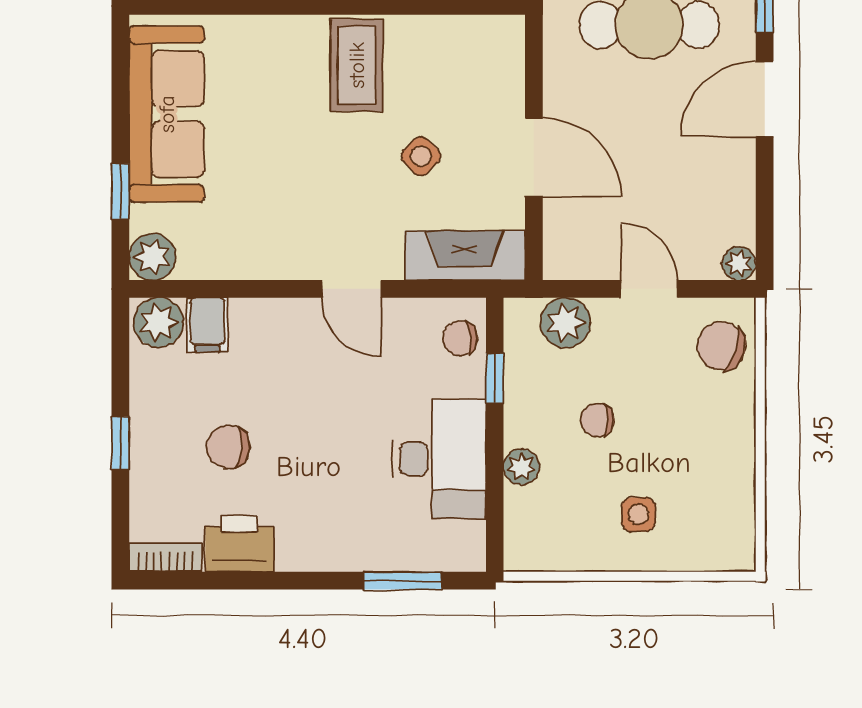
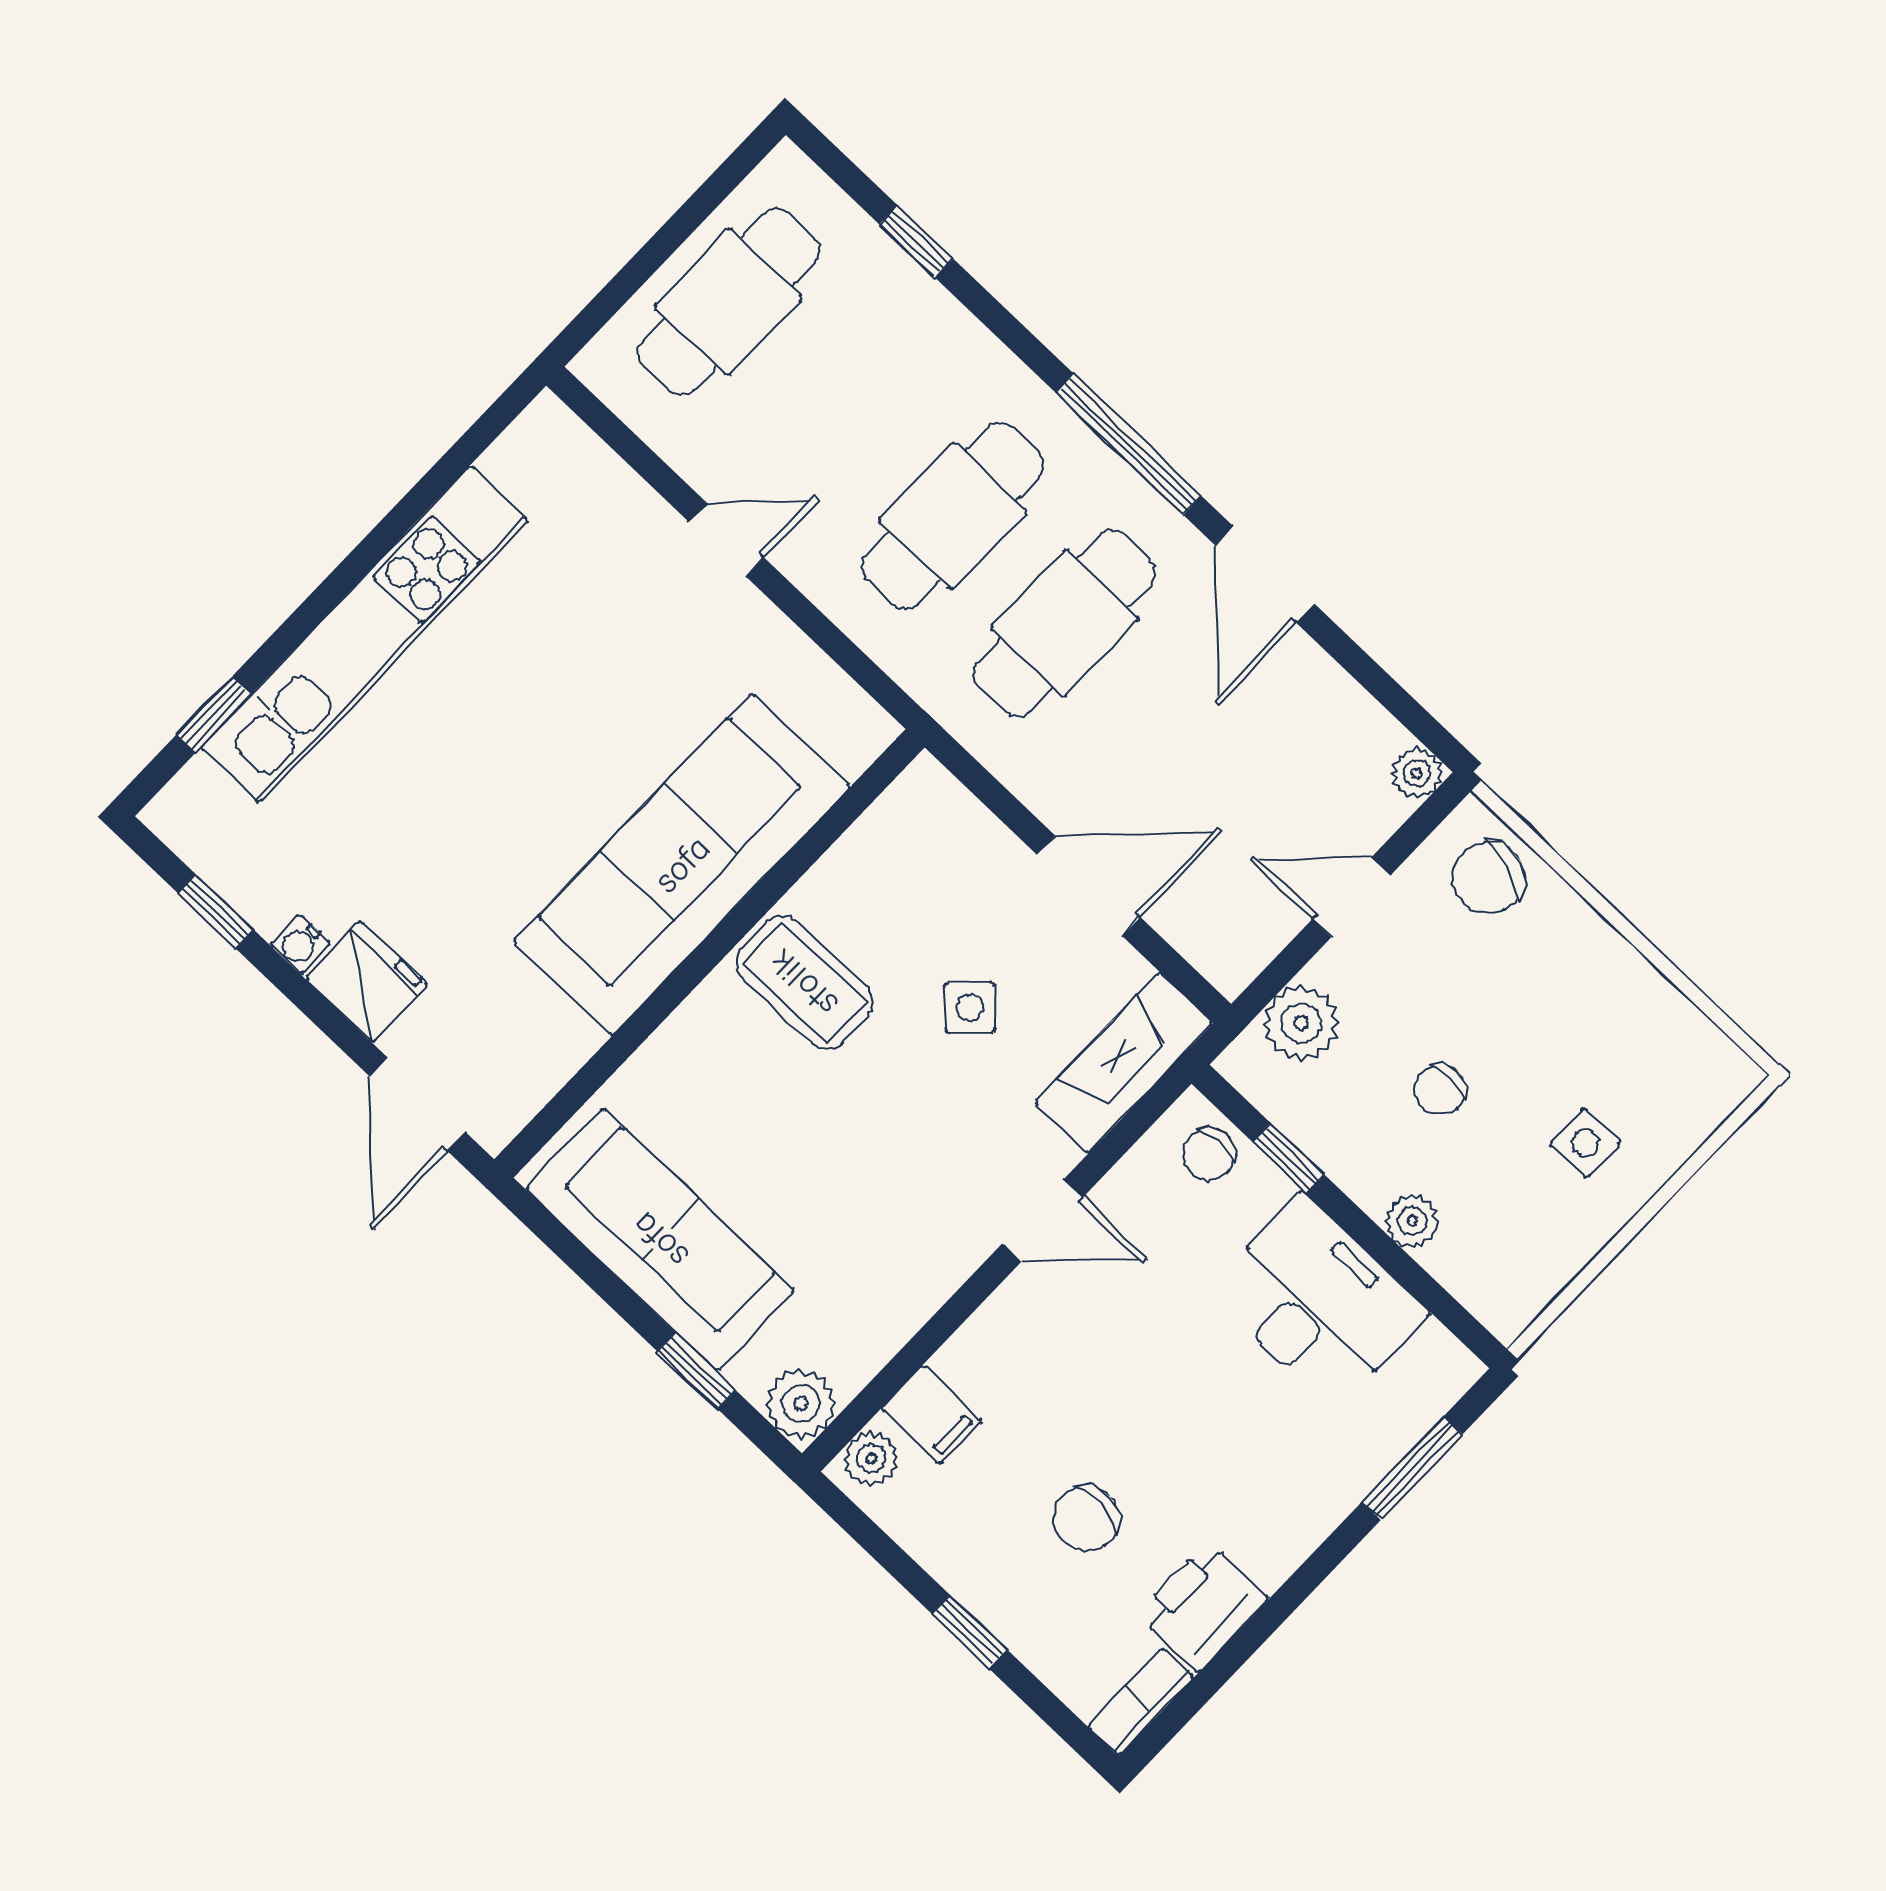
plant: (158, 323) -> (871, 1458), width x0.73, depth x0.73

